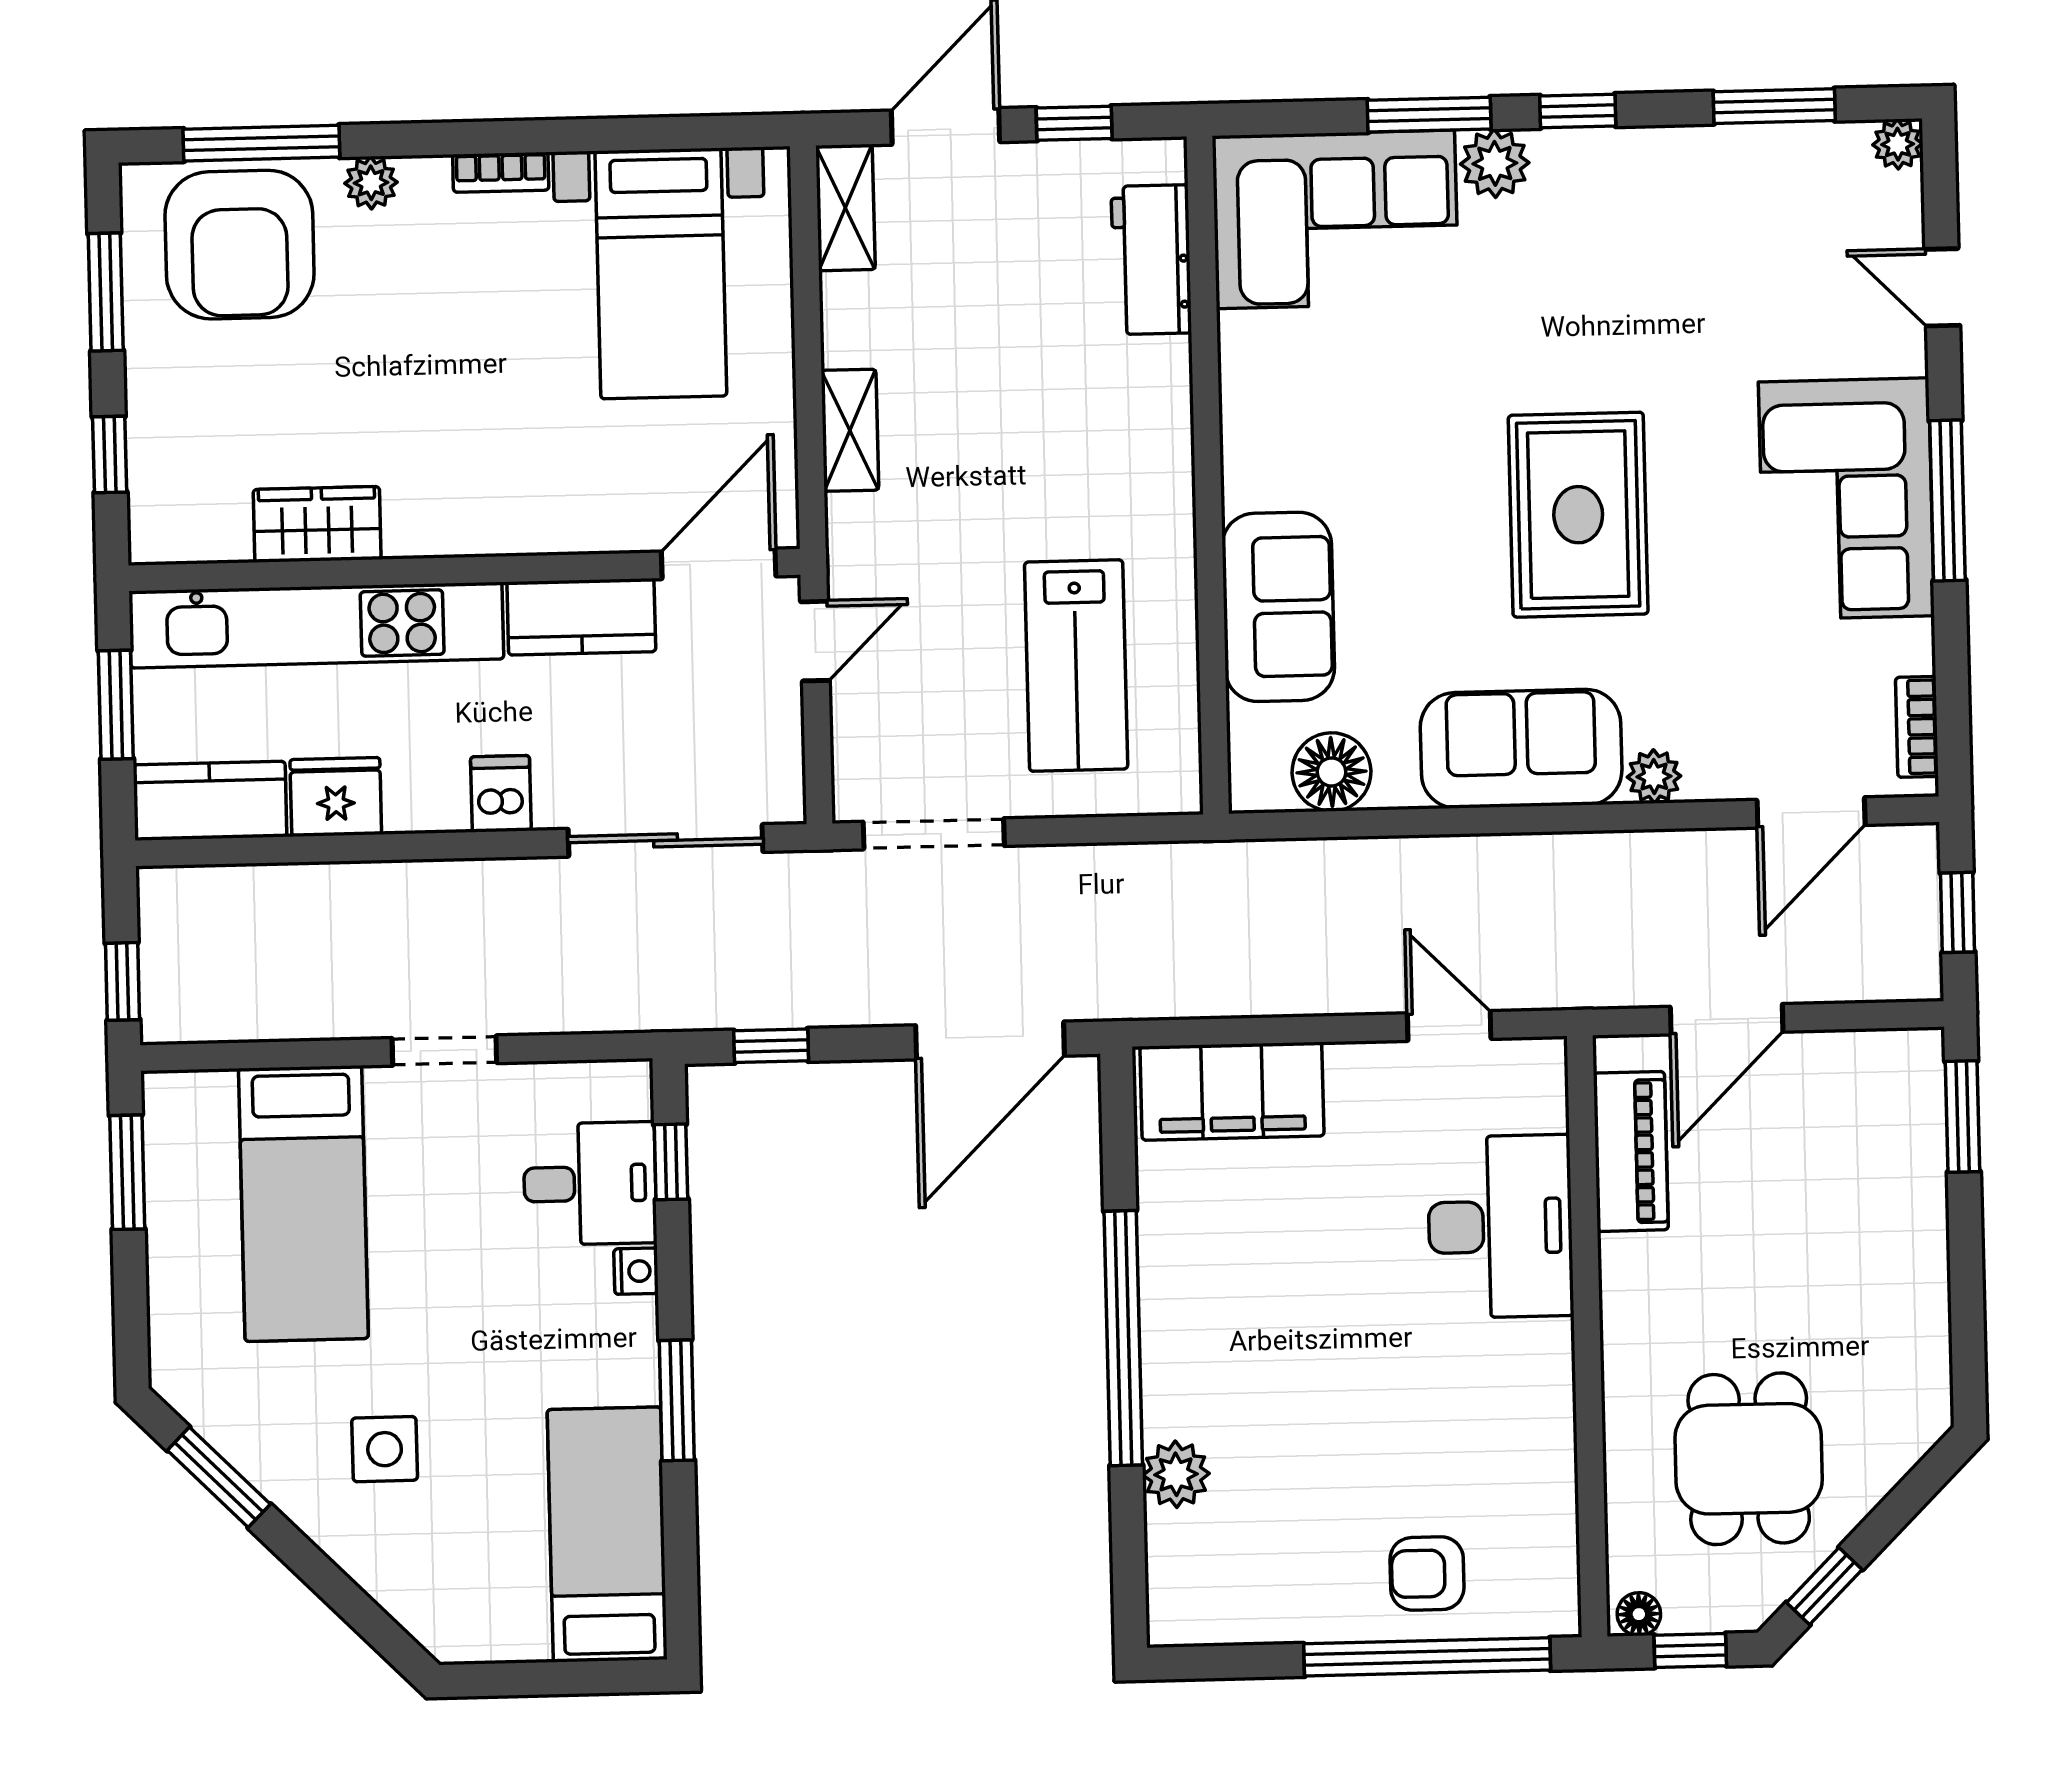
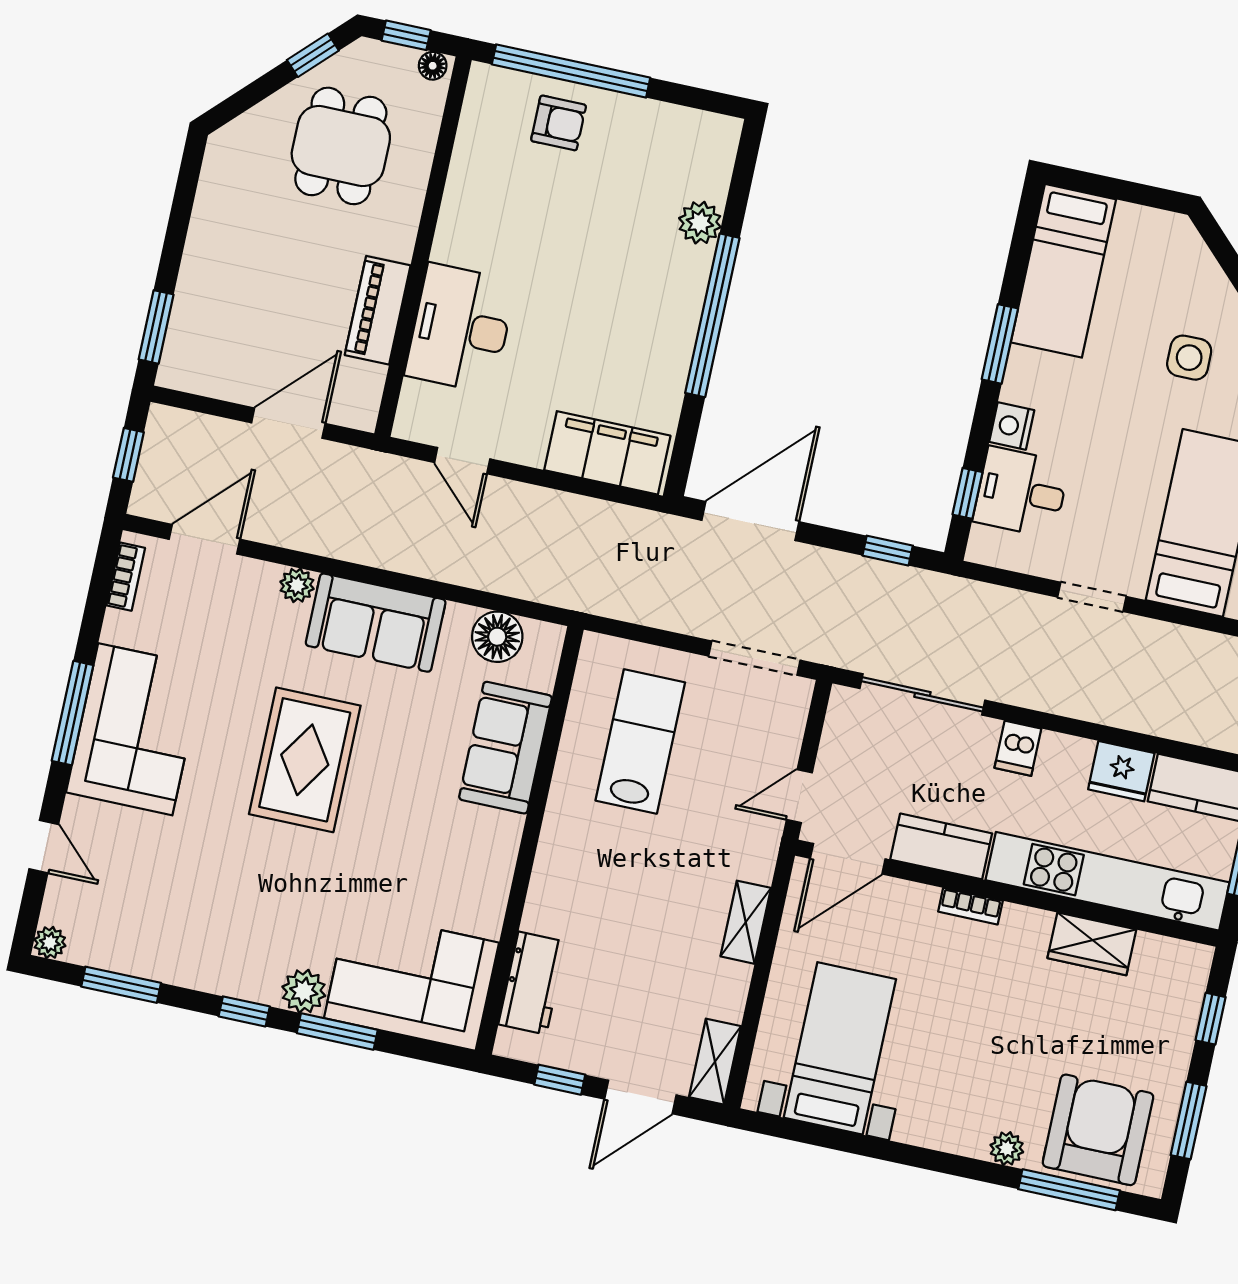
bookcase: (501, 172) -> (970, 906), moved, turned 180
piano: (1631, 1151) -> (378, 310), moved
nightstand: (636, 1271) -> (1012, 426), width x1.39, depth x1.35

